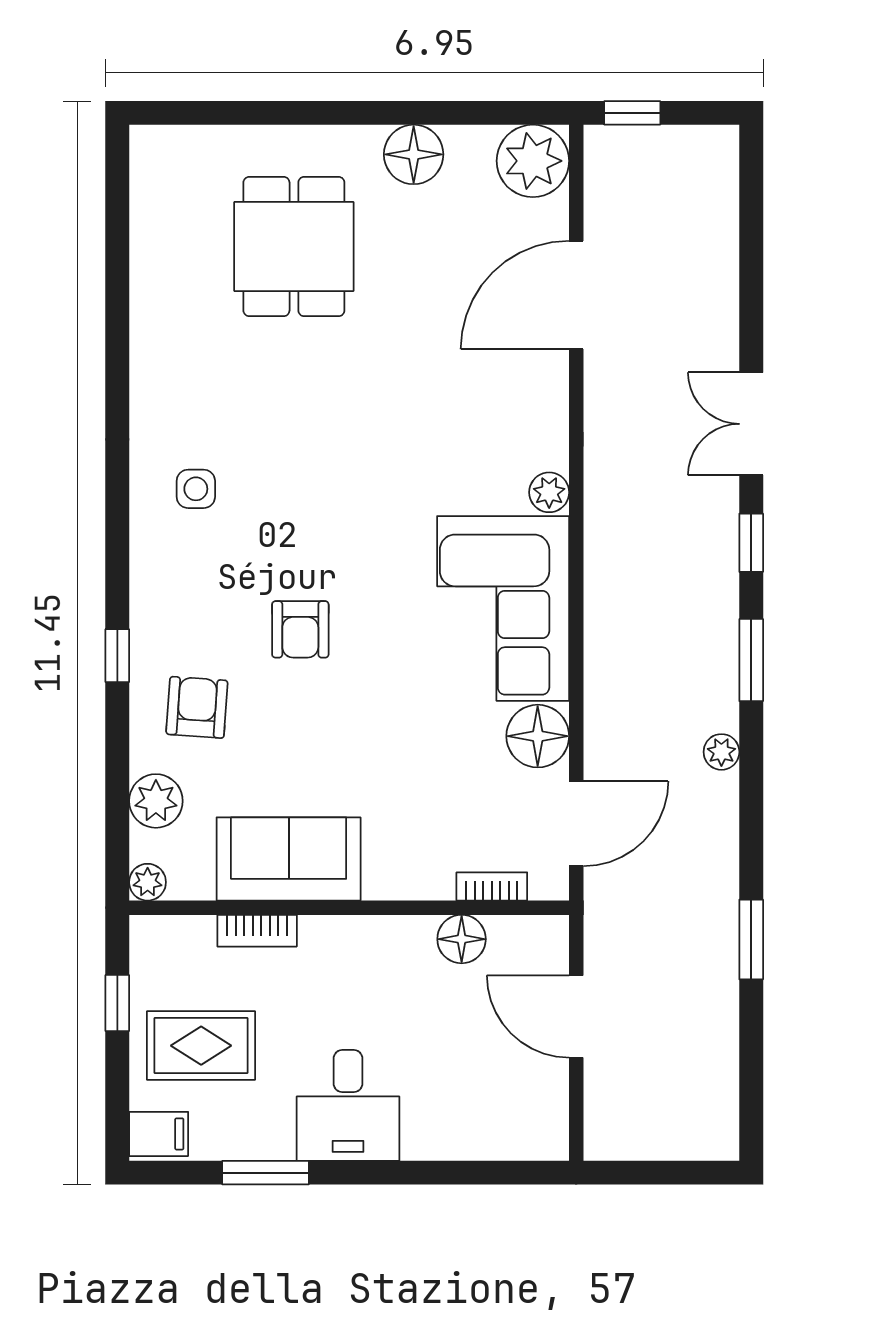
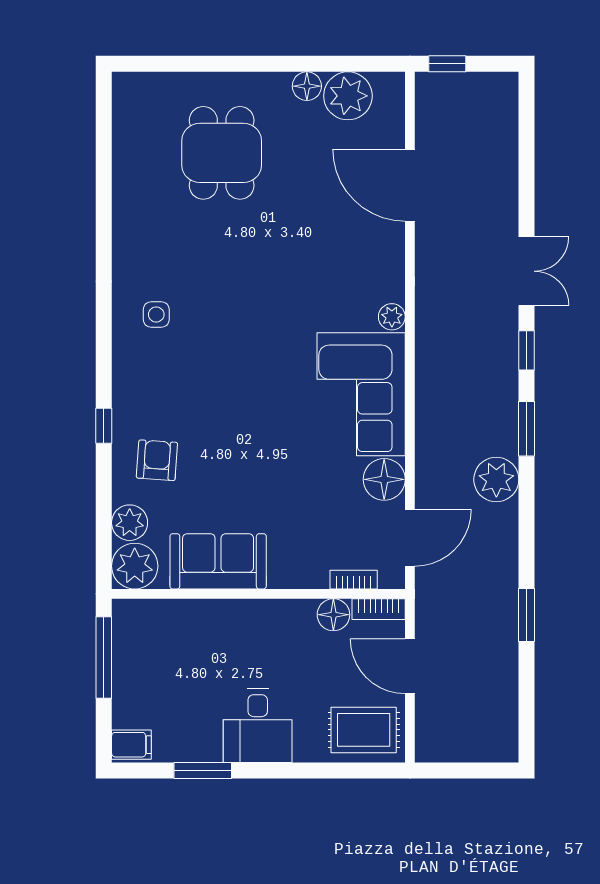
floor lamp: (414, 154) -> (307, 86), width x0.73, depth x0.73
plant: (533, 161) -> (348, 96), moved
door: (576, 295) -> (410, 185), hinge flipped
double door: (751, 424) -> (527, 271), swing flipped
armchair: (300, 629) -> (226, 408), removed
plant: (721, 752) -> (496, 480), width x1.87, depth x1.87
plant: (148, 882) -> (135, 566), width x1.88, depth x1.88
bookcase: (257, 931) -> (379, 609), moved
window: (117, 1003) -> (104, 657), width x2.17
rug: (201, 1046) -> (364, 730), moved

